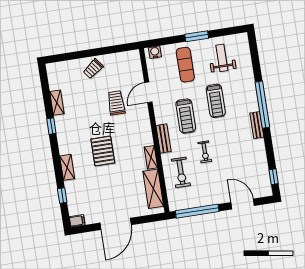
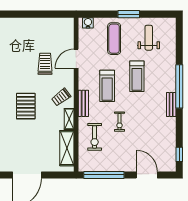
trolley: (93, 69) -> (61, 97), moved

